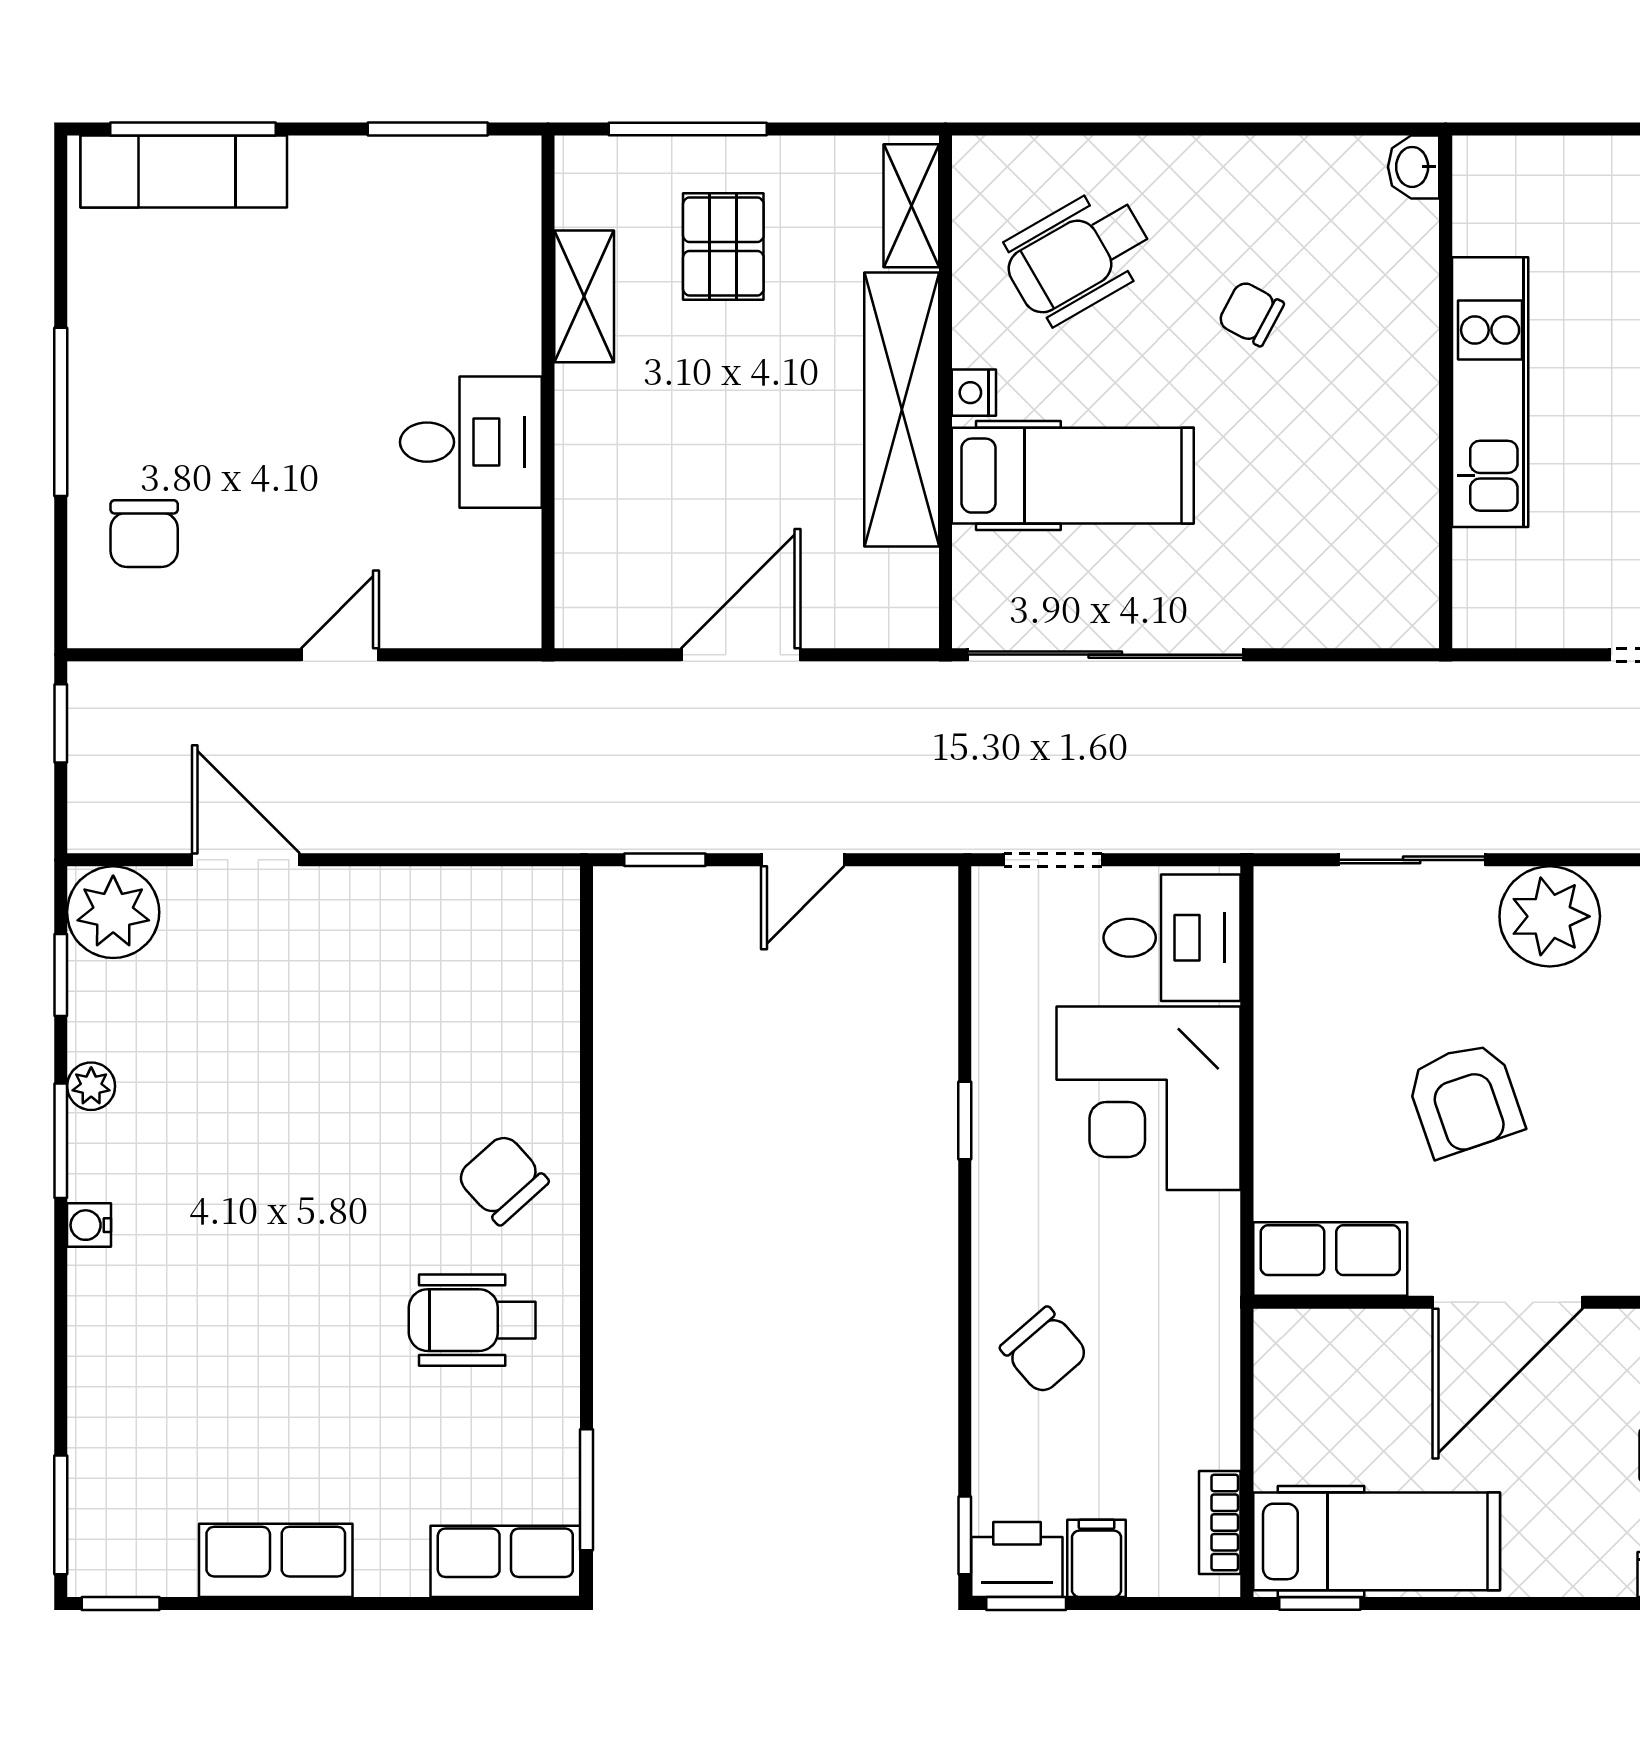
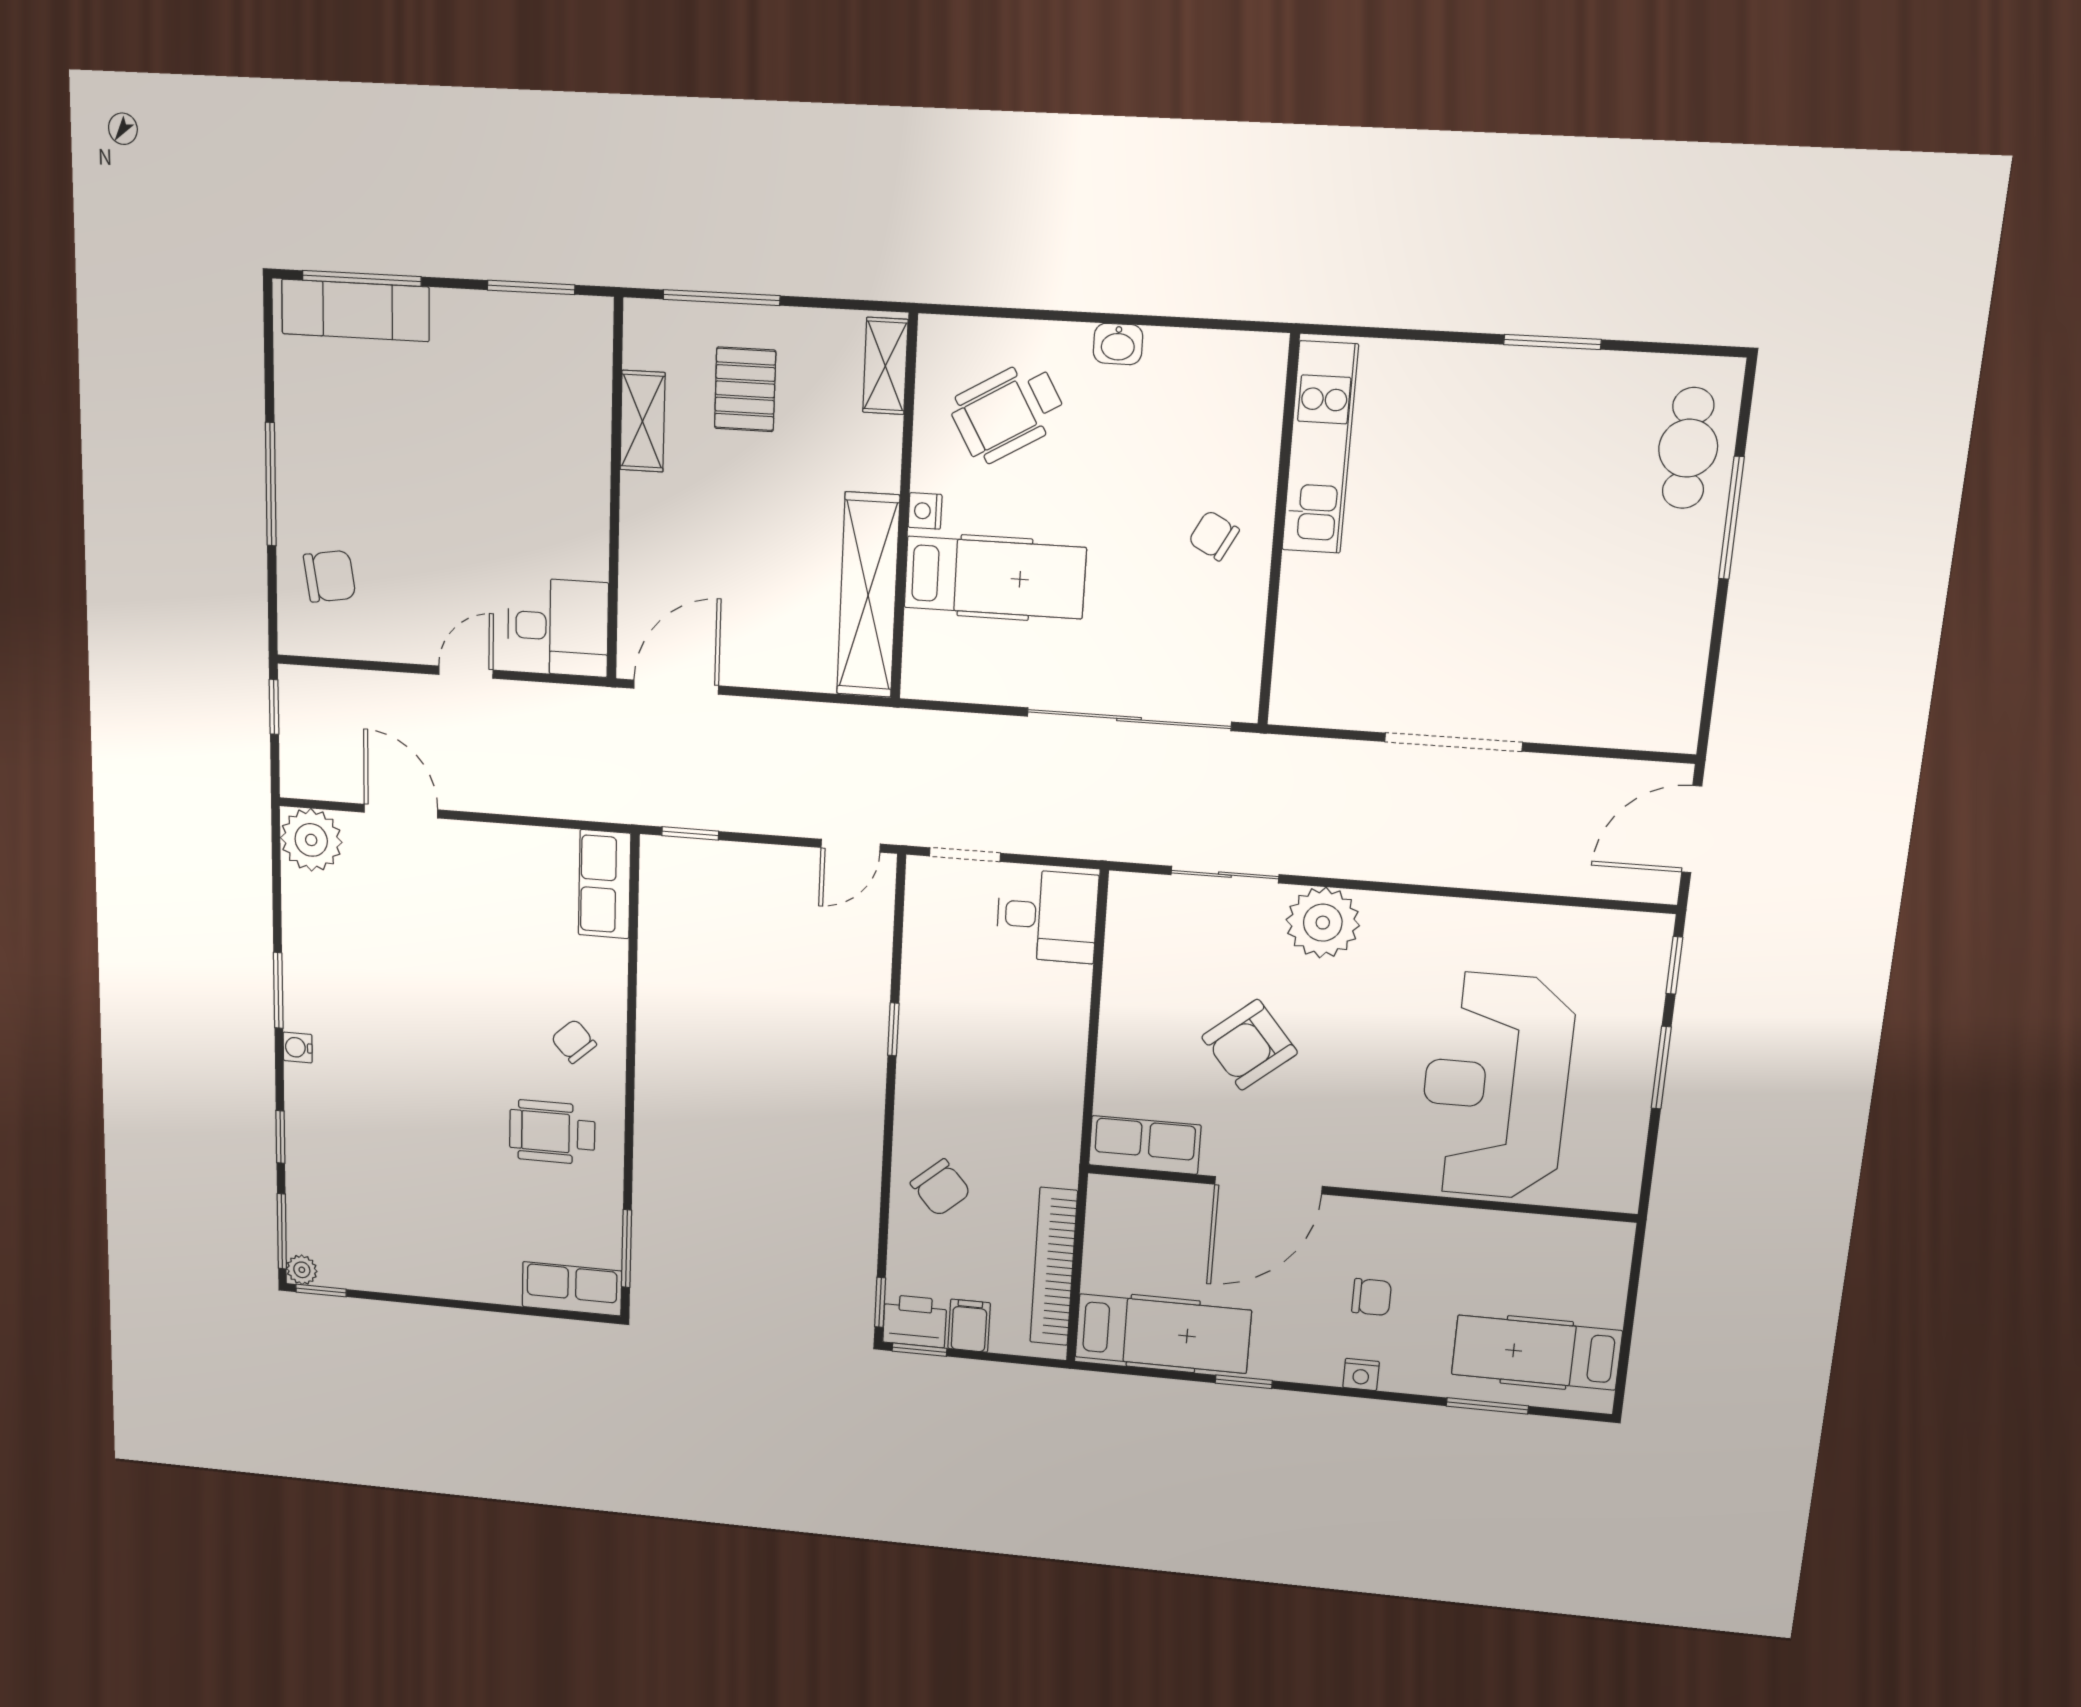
washbasin: (1414, 167) -> (1118, 344), moved, turned -90
chair: (1251, 313) -> (1214, 536), moved
kitchen unit: (1490, 392) -> (1320, 448), moved
shelving: (902, 409) -> (868, 595), moved
desk: (471, 442) -> (558, 627), moved
chair: (144, 534) -> (330, 576), turned -99
door: (741, 655) -> (676, 687), moved
sliding door: (1105, 655) -> (1129, 719), moved
door: (803, 860) -> (851, 846), moved
window: (61, 975) -> (280, 1137), moved
plant: (91, 1086) -> (302, 1270), moved
corner desk: (1149, 1098) -> (1023, 1025), removed
armchair: (1465, 1099) -> (1250, 1045), turned 69
chair: (502, 1179) -> (574, 1041), width x0.73, depth x0.73
bookcase: (1220, 1523) -> (1054, 1267), width x2.31, depth x1.31
row of seats: (276, 1560) -> (605, 884), moved, turned -90
window: (1320, 1604) -> (1244, 1382), moved

